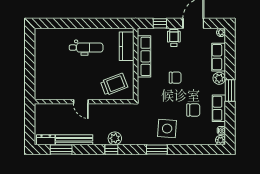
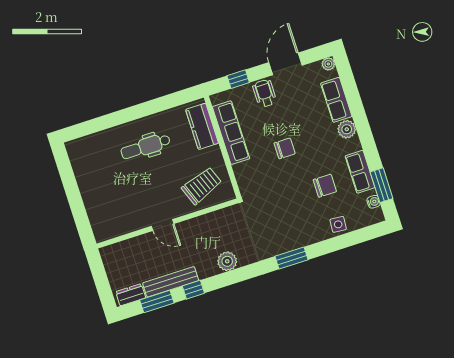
dental chair: (86, 48) -> (146, 147), turned 180
window: (230, 90) -> (382, 185), moved
side table: (167, 129) -> (338, 224), moved, width x0.54, depth x0.54
plant: (220, 140) -> (377, 216), removed
window: (111, 150) -> (193, 290), moved

